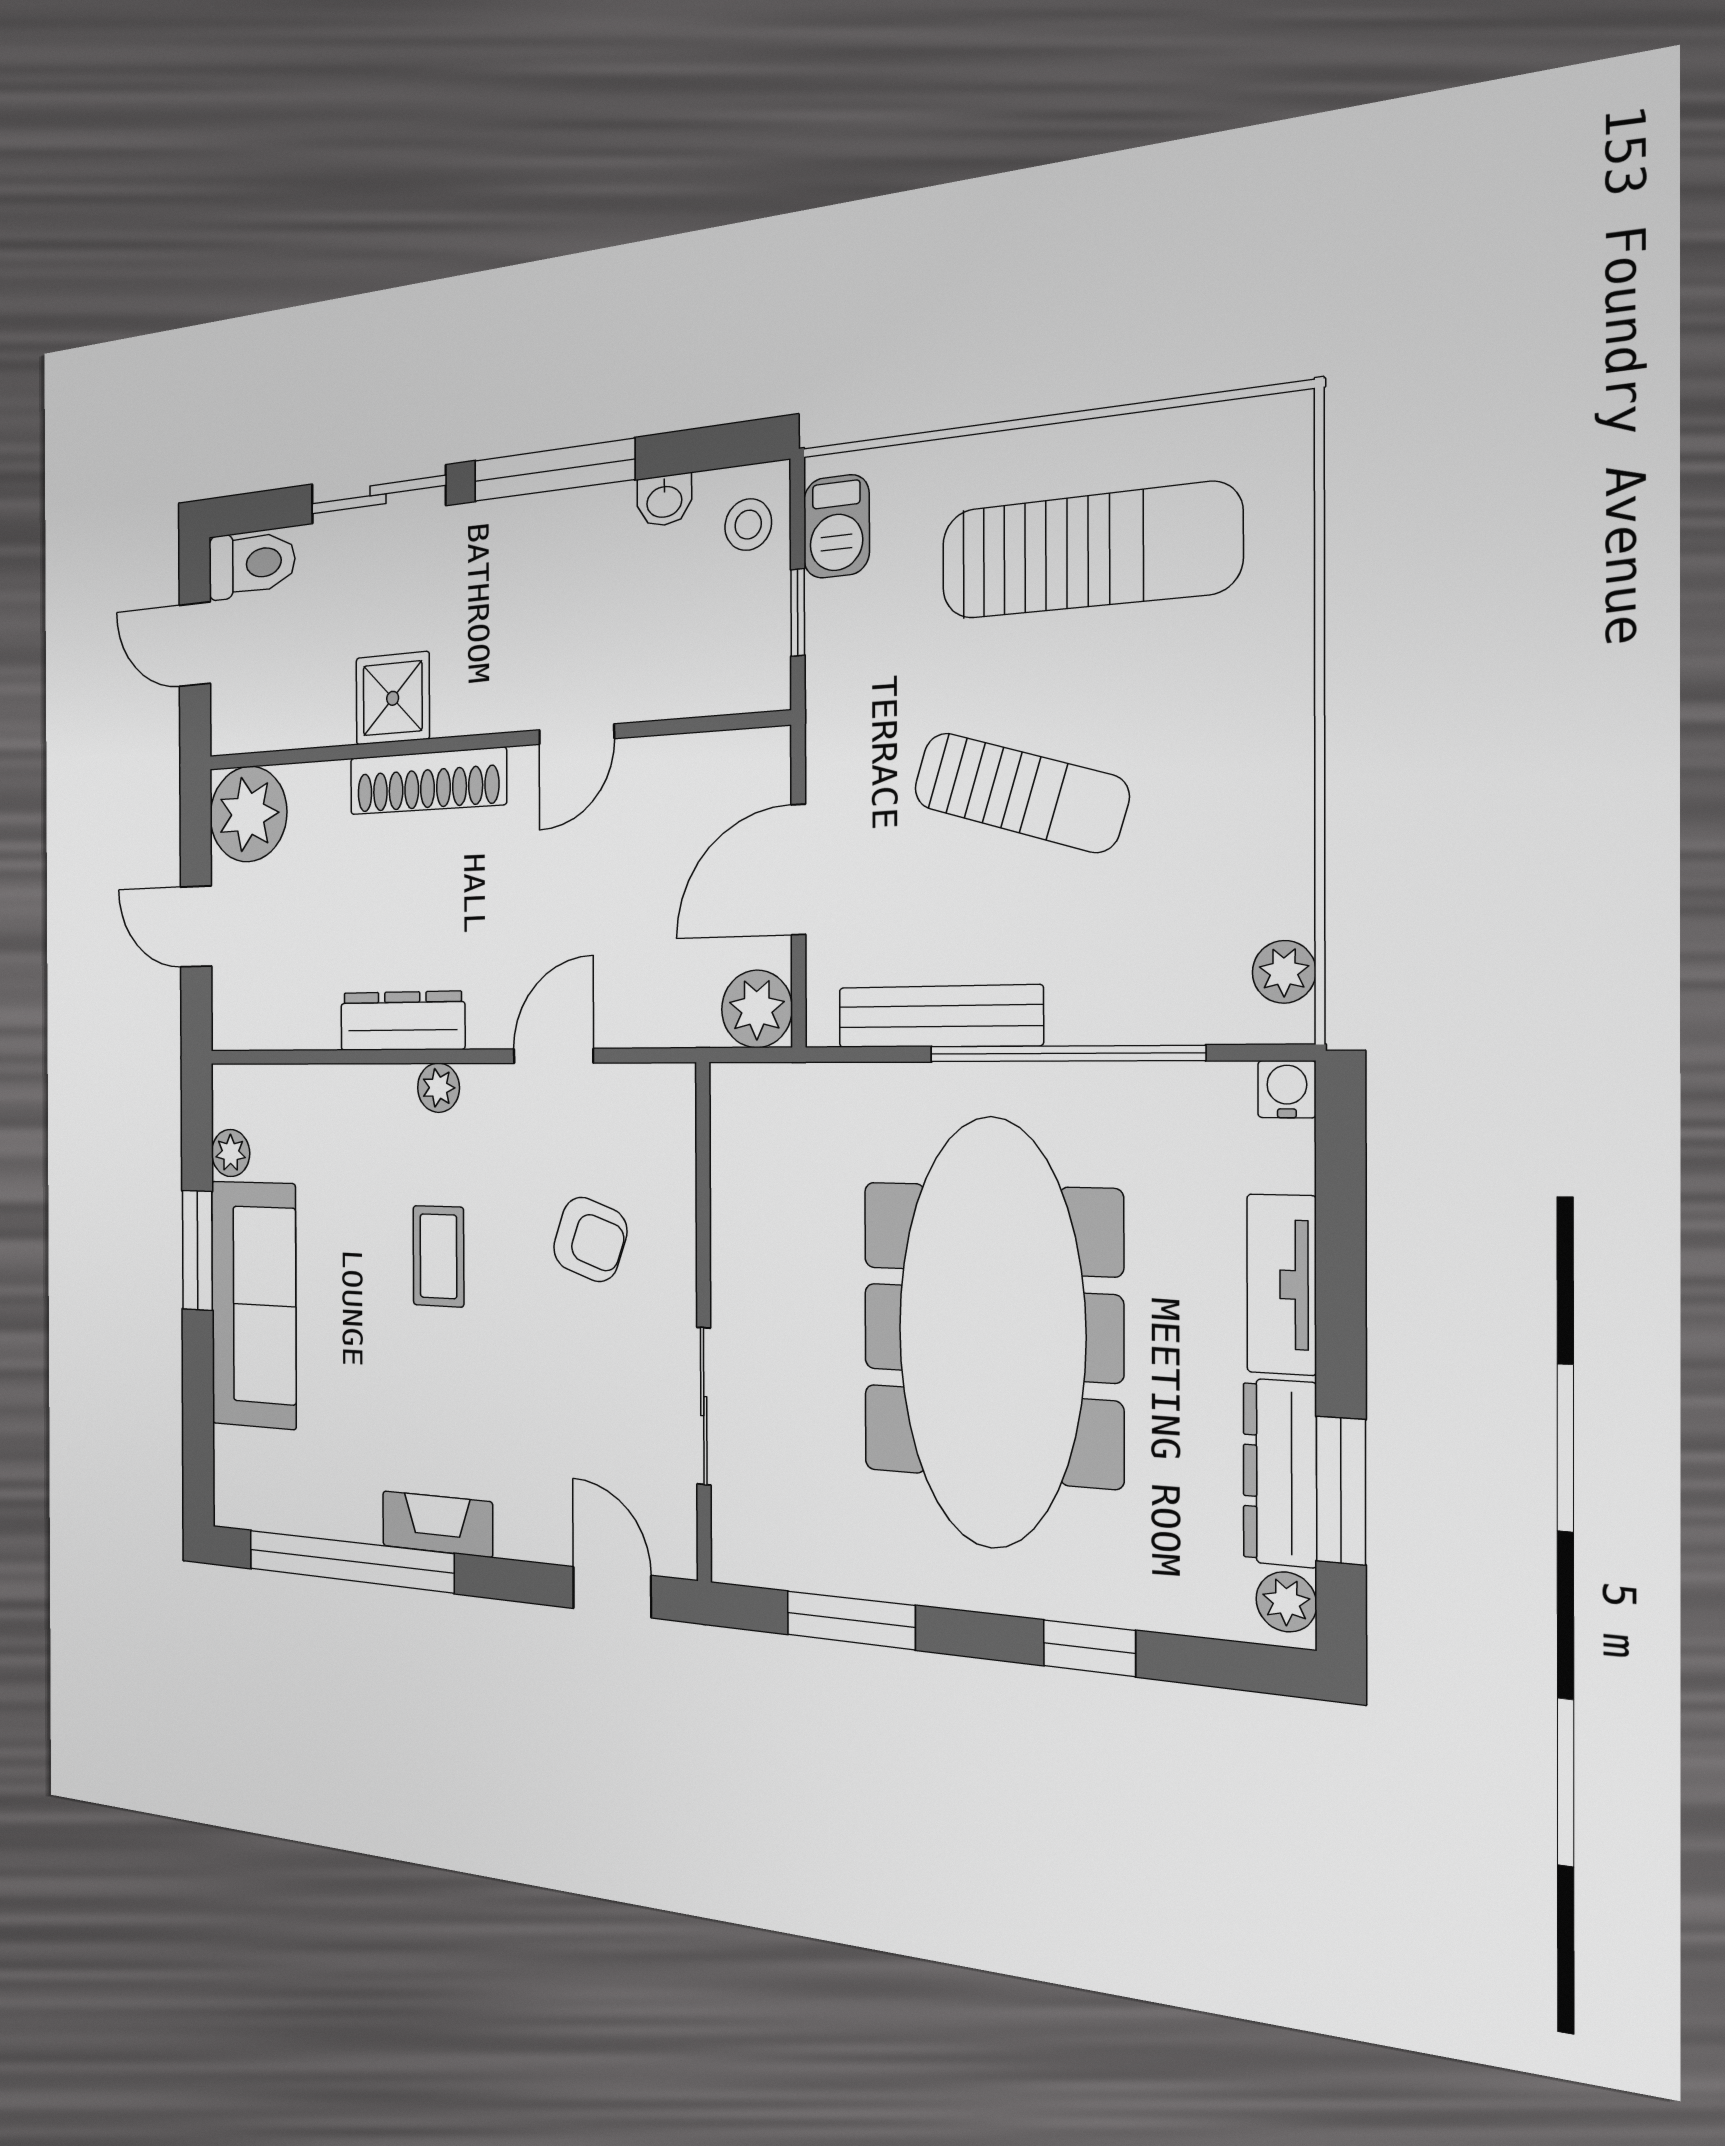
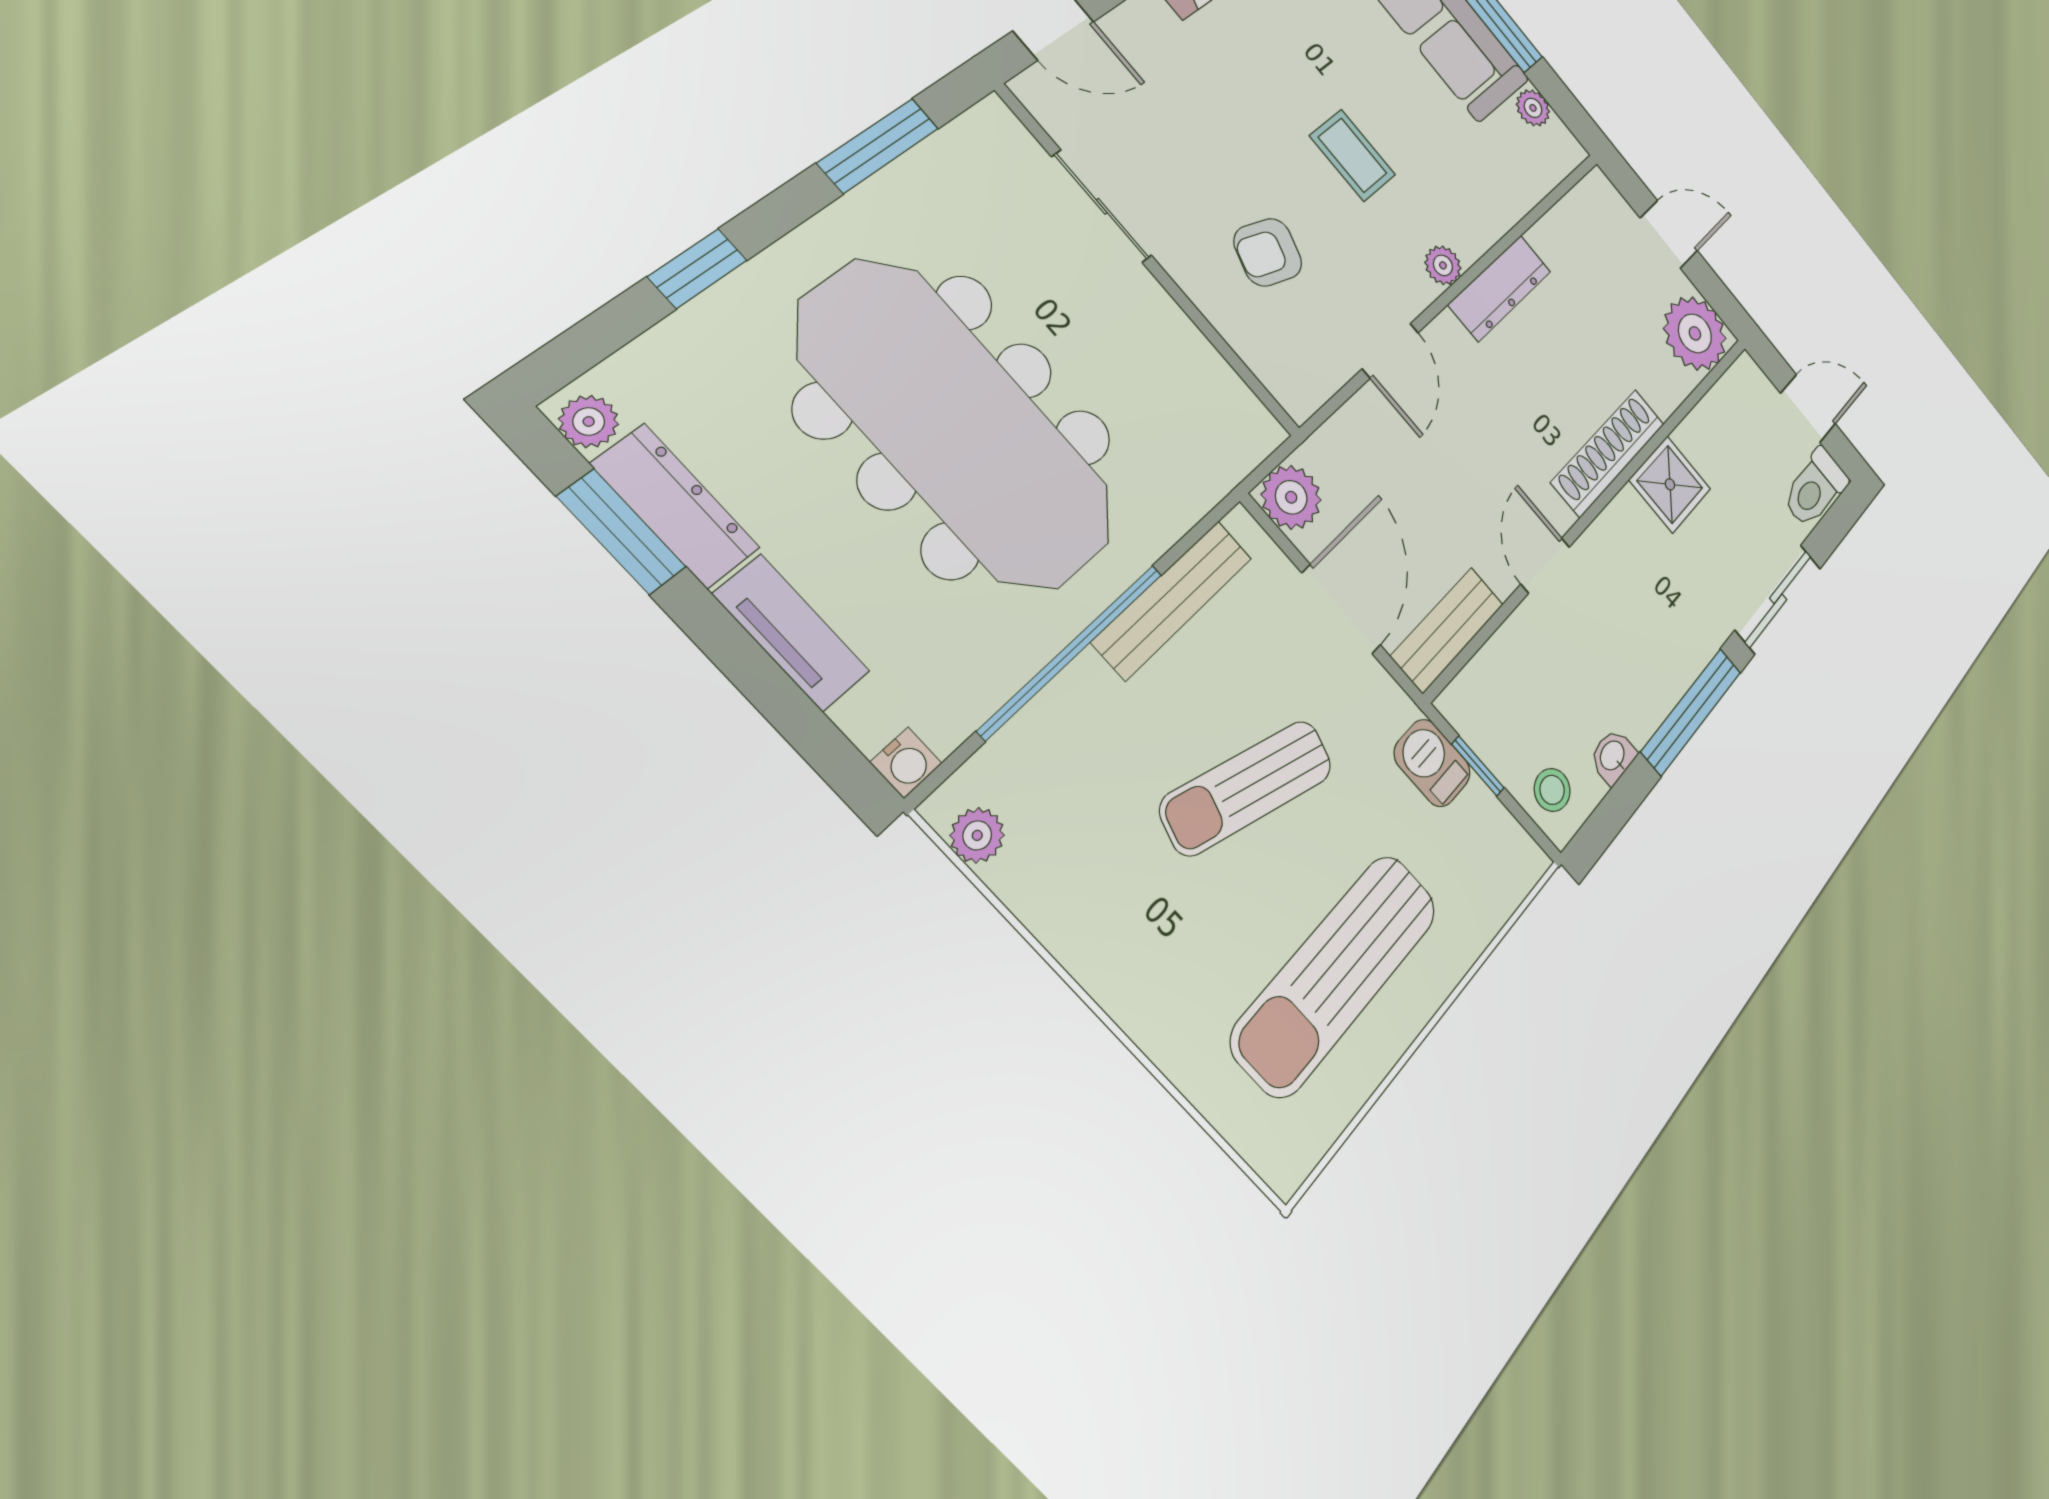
barbecue: (836, 526) -> (1432, 763), moved
bench: (718, 761) -> (1447, 630), added

